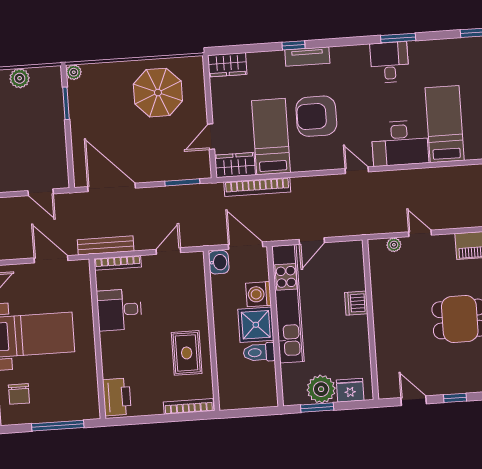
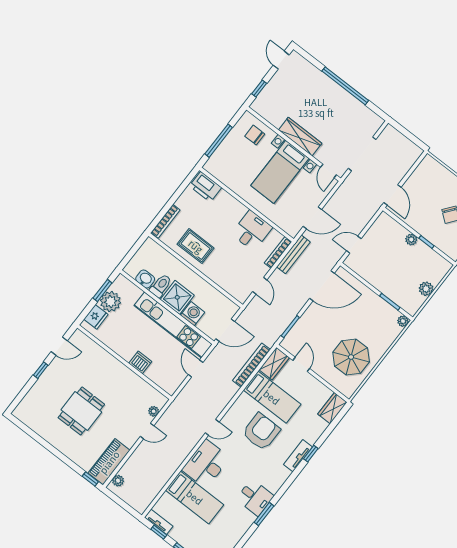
washbasin: (219, 262) -> (145, 279), moved, turned 180

